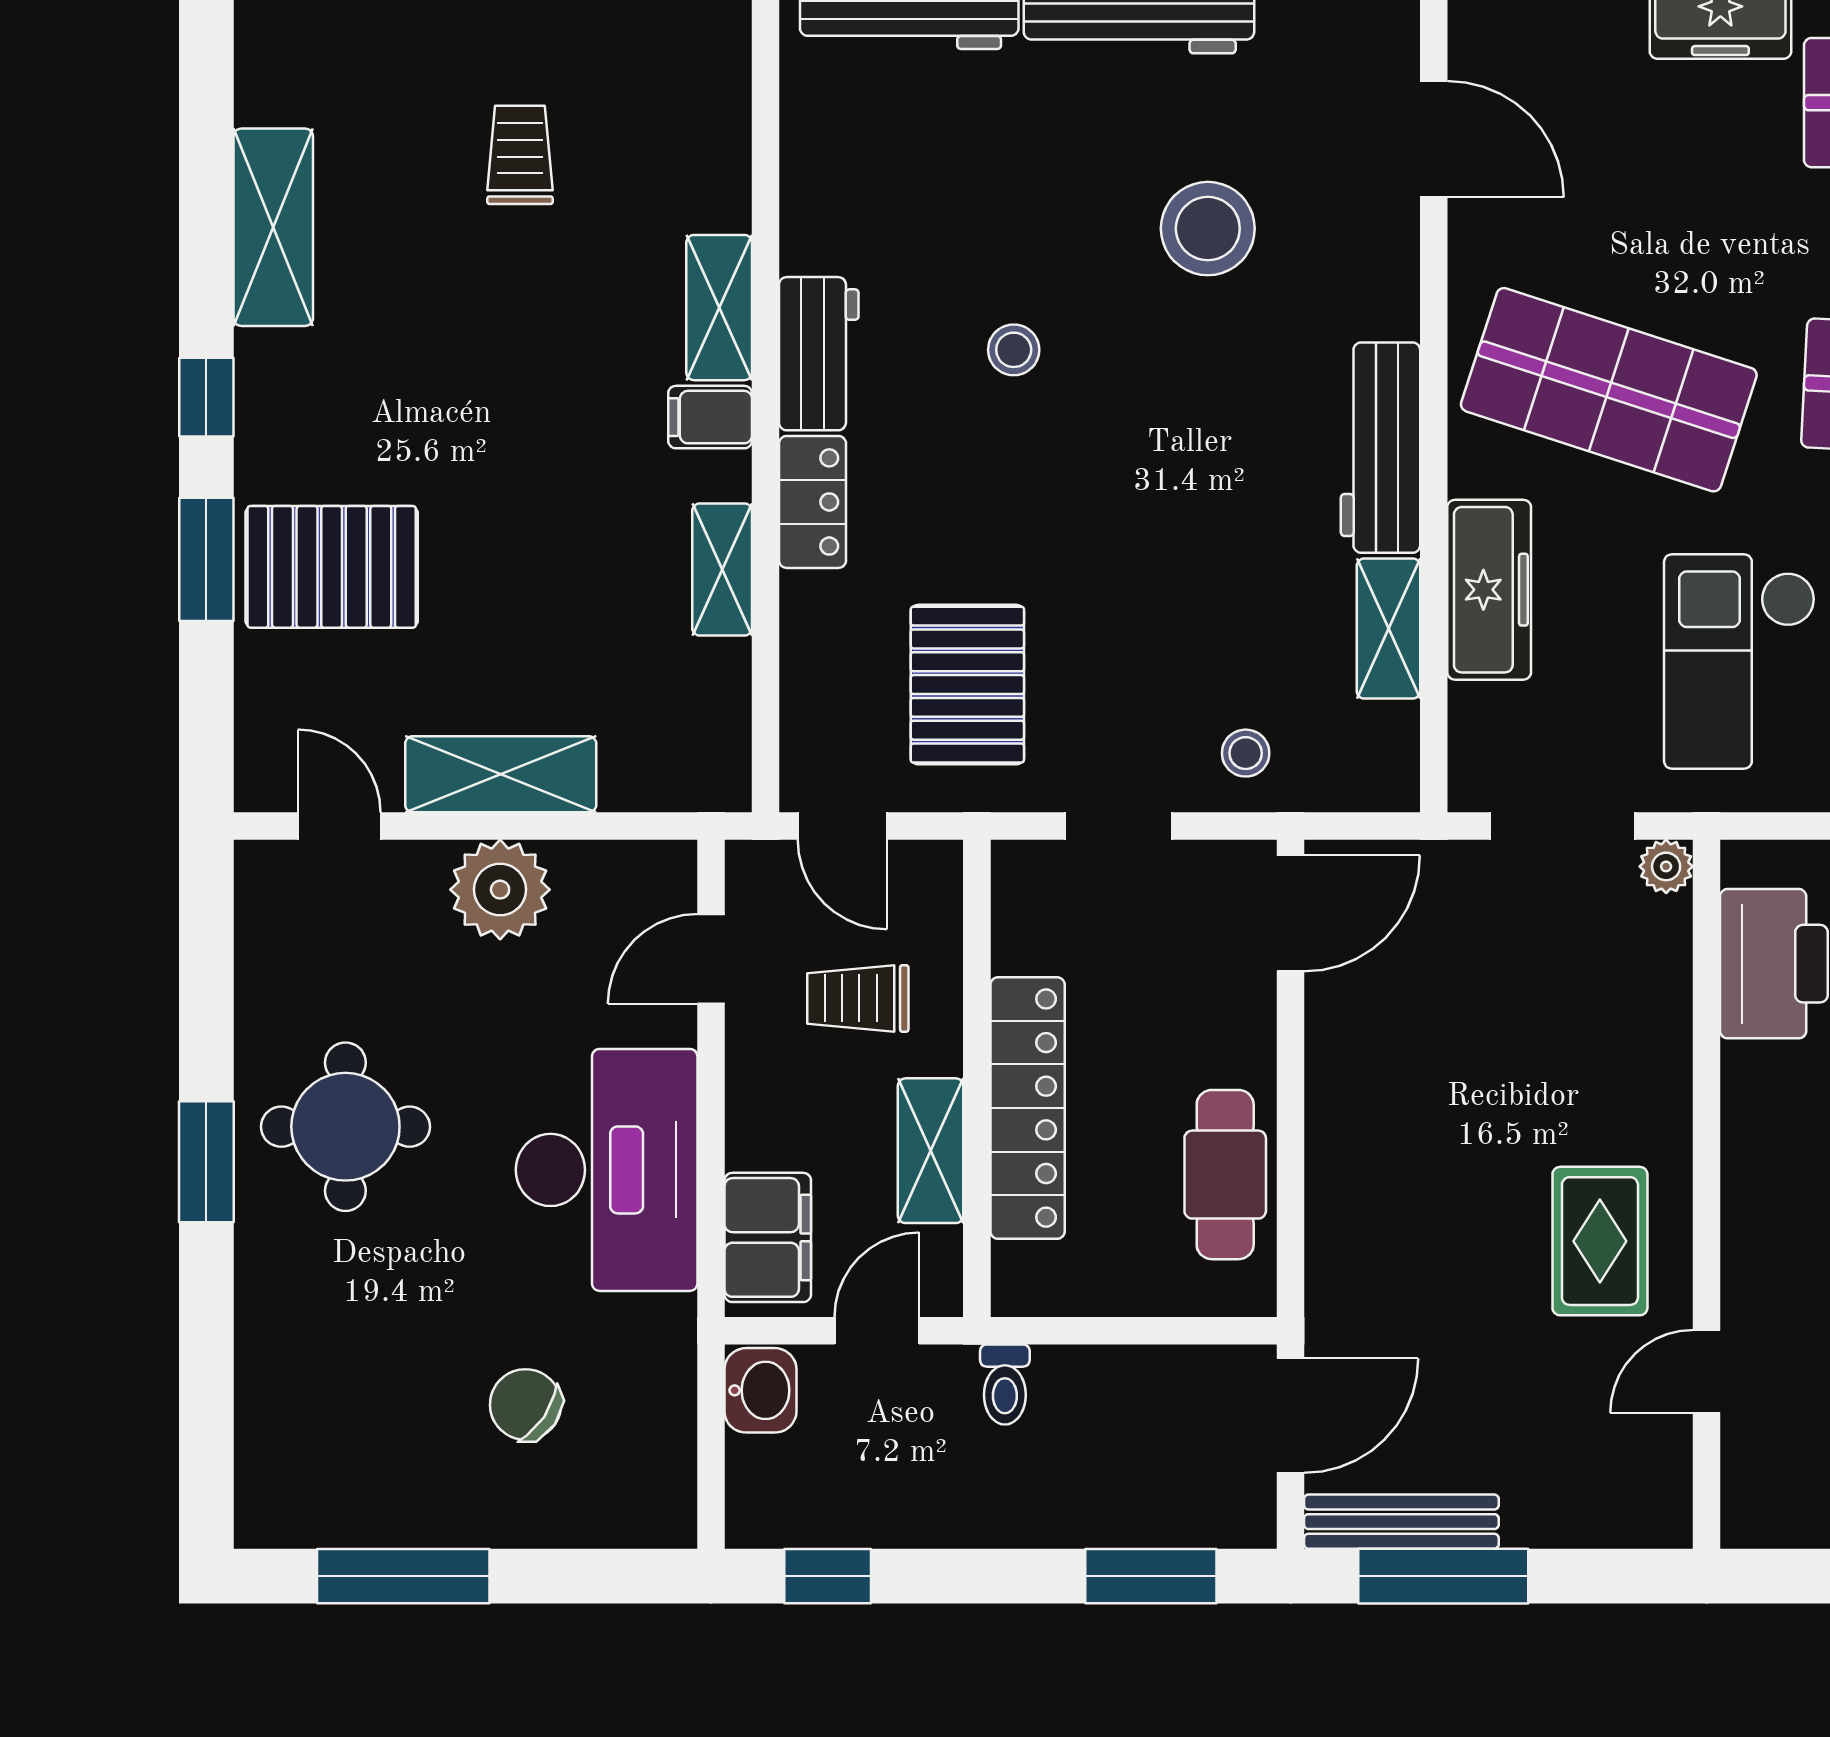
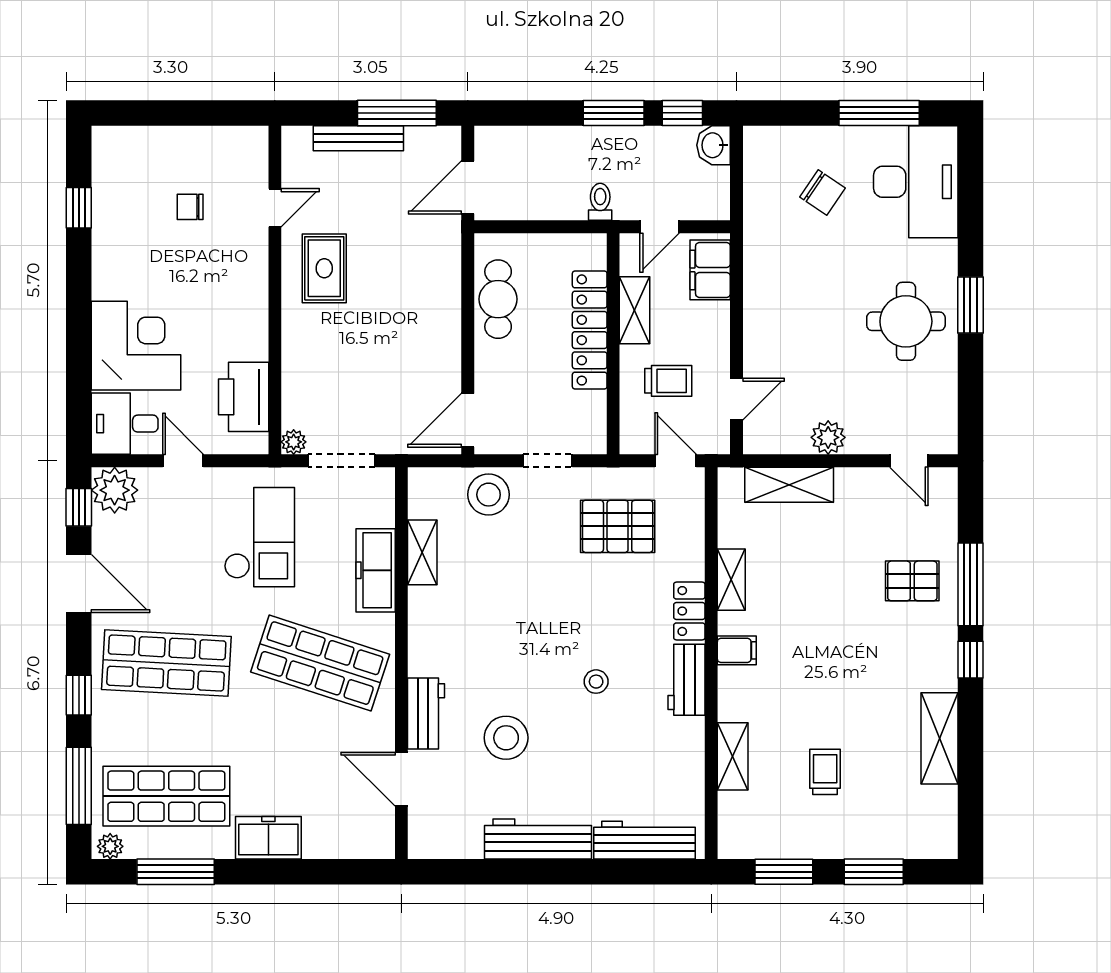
trolley: (520, 155) -> (825, 772), turned 180
shelving: (719, 308) -> (733, 756), moved
workbench: (1381, 448) -> (426, 714), moved, width x0.73
window: (206, 559) -> (970, 584), width x1.44
pallet: (332, 567) -> (912, 581), width x0.67, depth x0.71
pallet: (967, 685) -> (618, 526), turned 90
stool: (1246, 753) -> (489, 495), width x1.89, depth x1.89
shelving: (501, 774) -> (789, 485), moved
plant: (500, 890) -> (828, 437), width x0.73, depth x0.73
desk: (607, 1170) -> (916, 182), moved, turned 180
washbasin: (760, 1390) -> (714, 145), moved
bench: (1401, 1522) -> (358, 138), moved
window: (1151, 1576) -> (614, 113), moved

